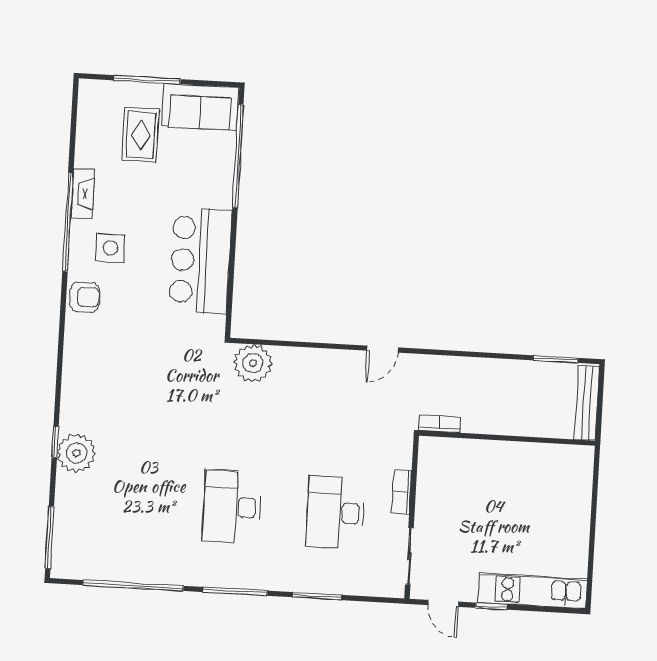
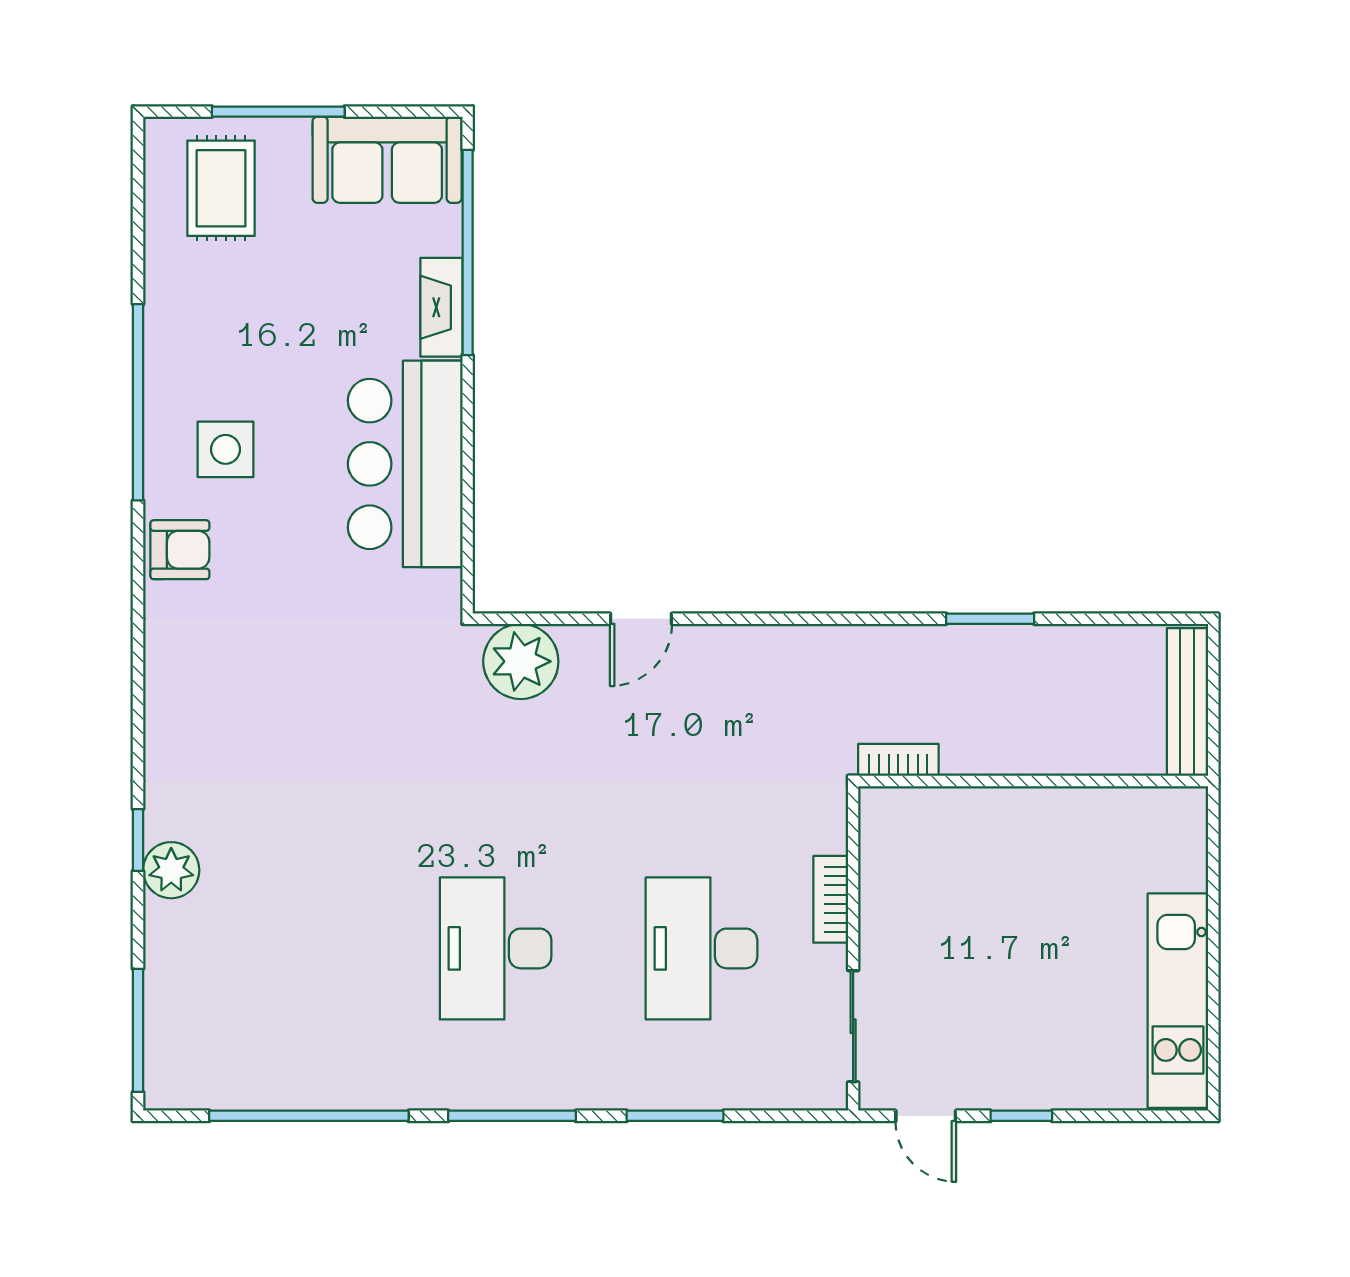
rug: (141, 135) -> (221, 188), moved
fireplace: (83, 194) -> (441, 307), moved, turned 180
door: (382, 349) -> (641, 619), moved
window: (556, 359) -> (990, 619), moved
plant: (76, 453) -> (171, 870), width x0.73, depth x0.73
kitchen unit: (532, 591) -> (1178, 1001), moved, turned -90

